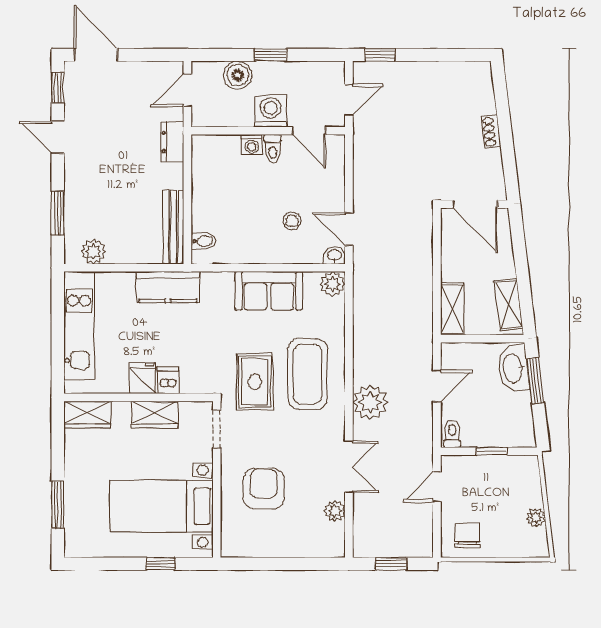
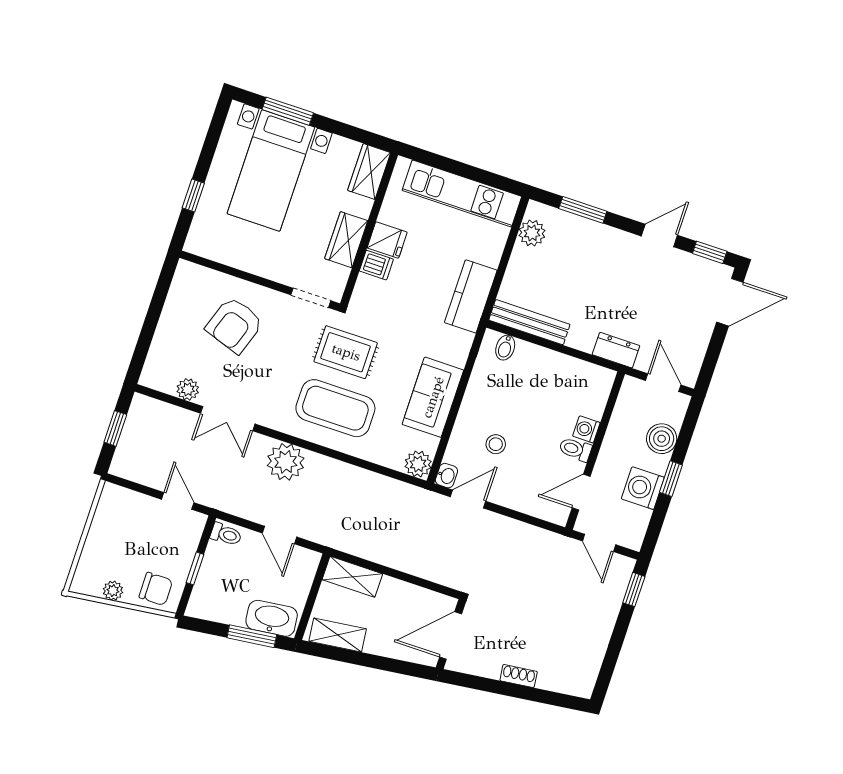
washing machine: (271, 111) -> (643, 488), moved, turned 180
armchair: (264, 489) -> (235, 325), turned 109
bed with nightstands: (162, 506) -> (271, 170), moved, turned 180
chair: (467, 535) -> (156, 589), moved

